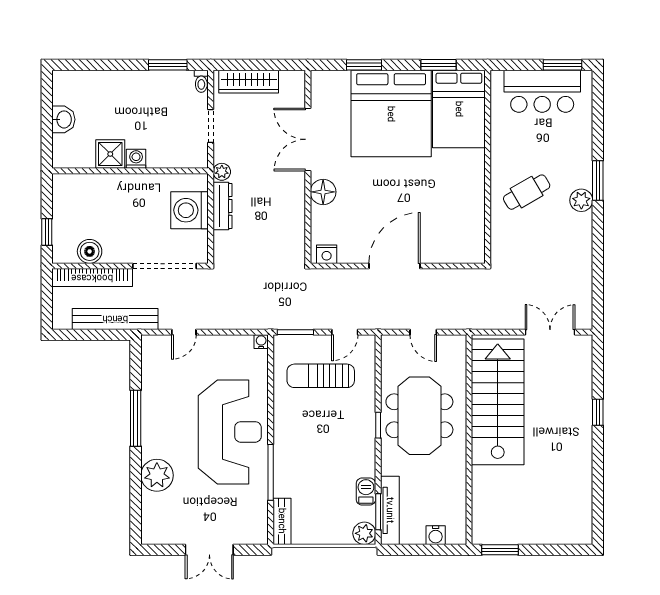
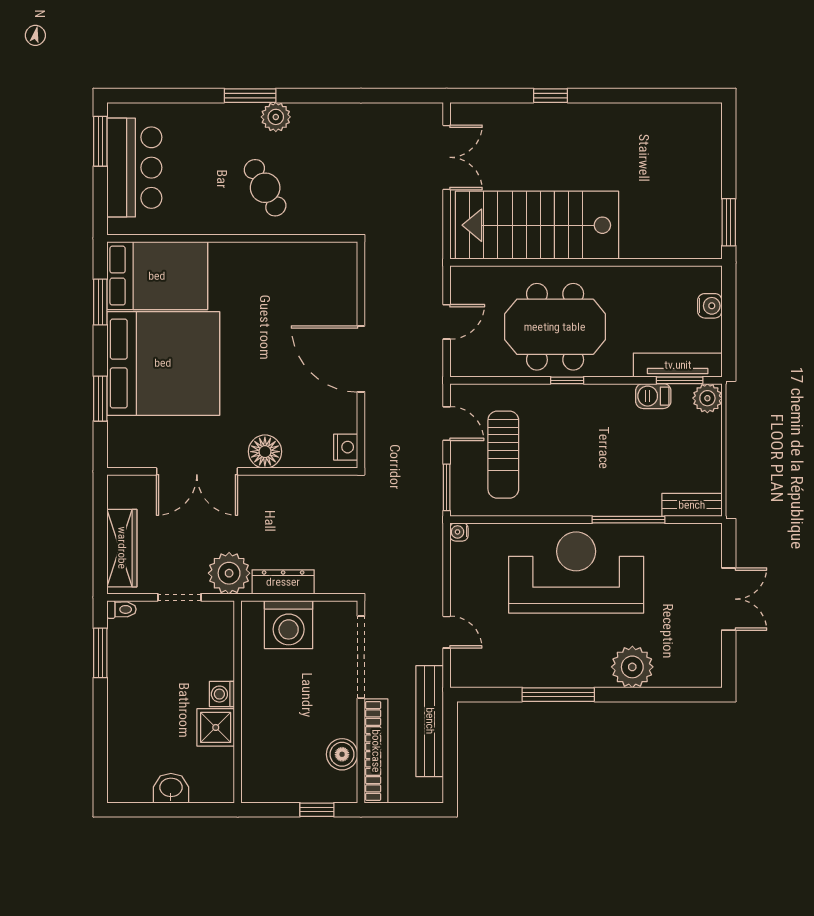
plant: (222, 172) -> (229, 573), width x1.88, depth x1.88
double door: (550, 332) -> (447, 157), swing flipped

